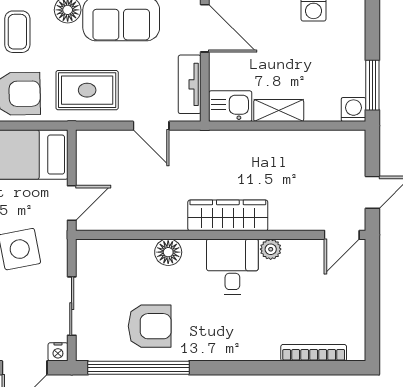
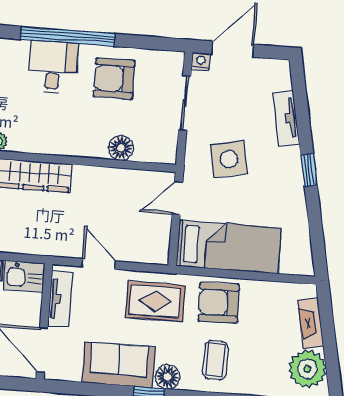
floor lamp: (168, 252) -> (121, 148), moved
desk: (232, 266) -> (53, 67), moved, turned 180
window: (138, 368) -> (68, 36), moved

